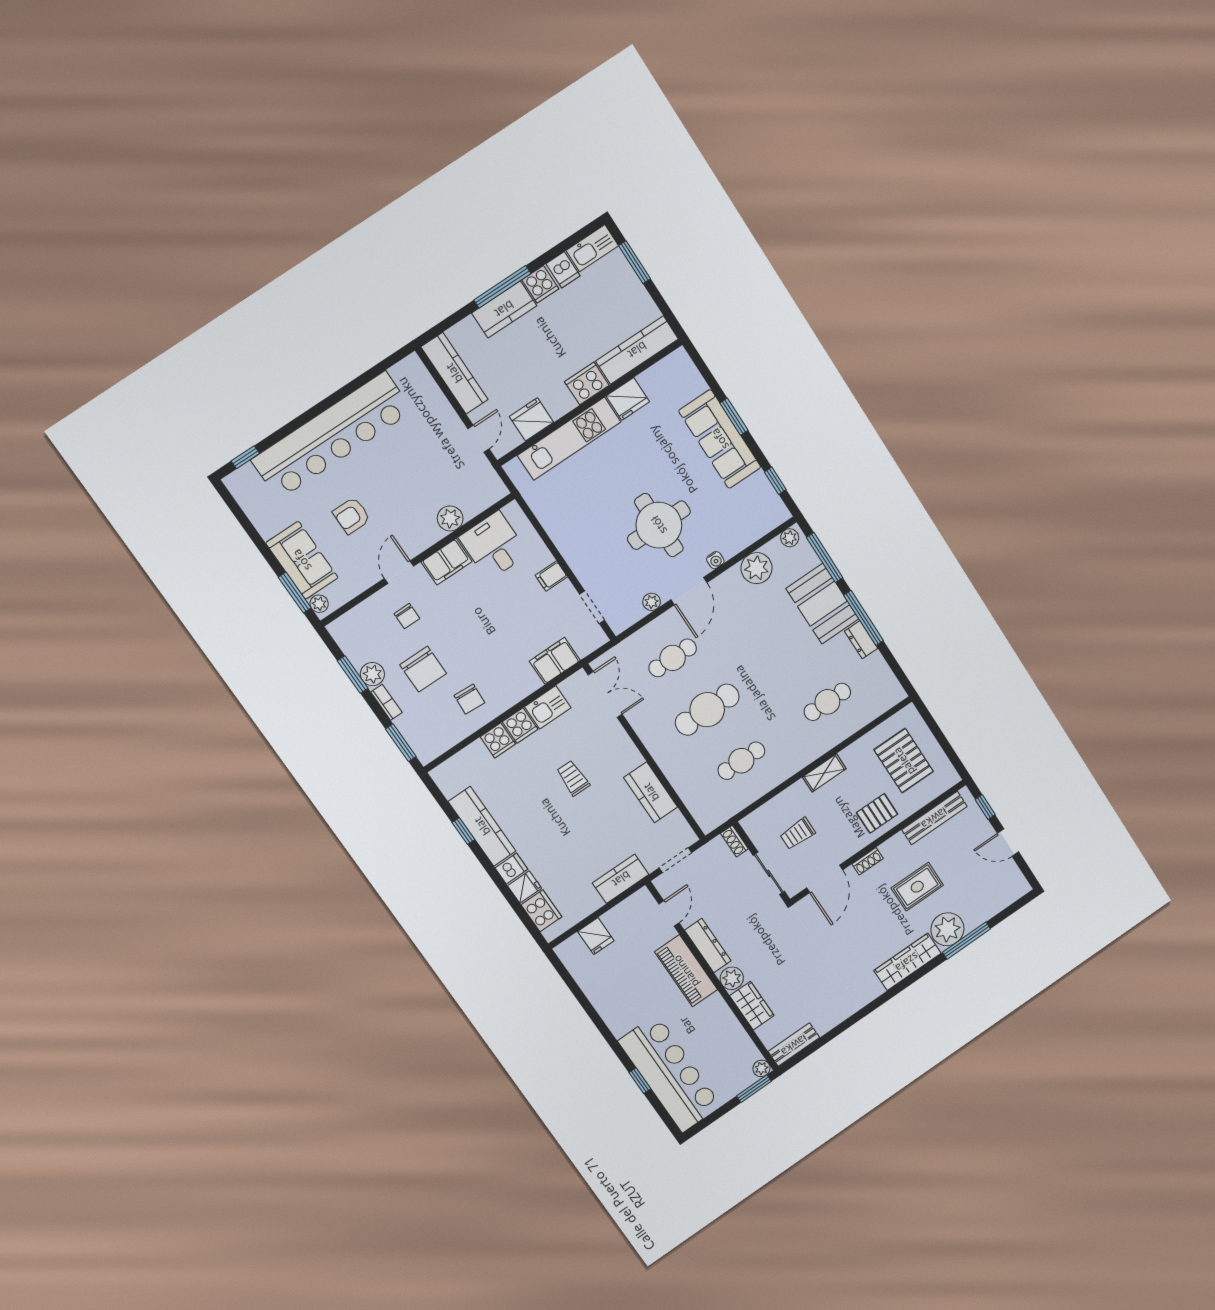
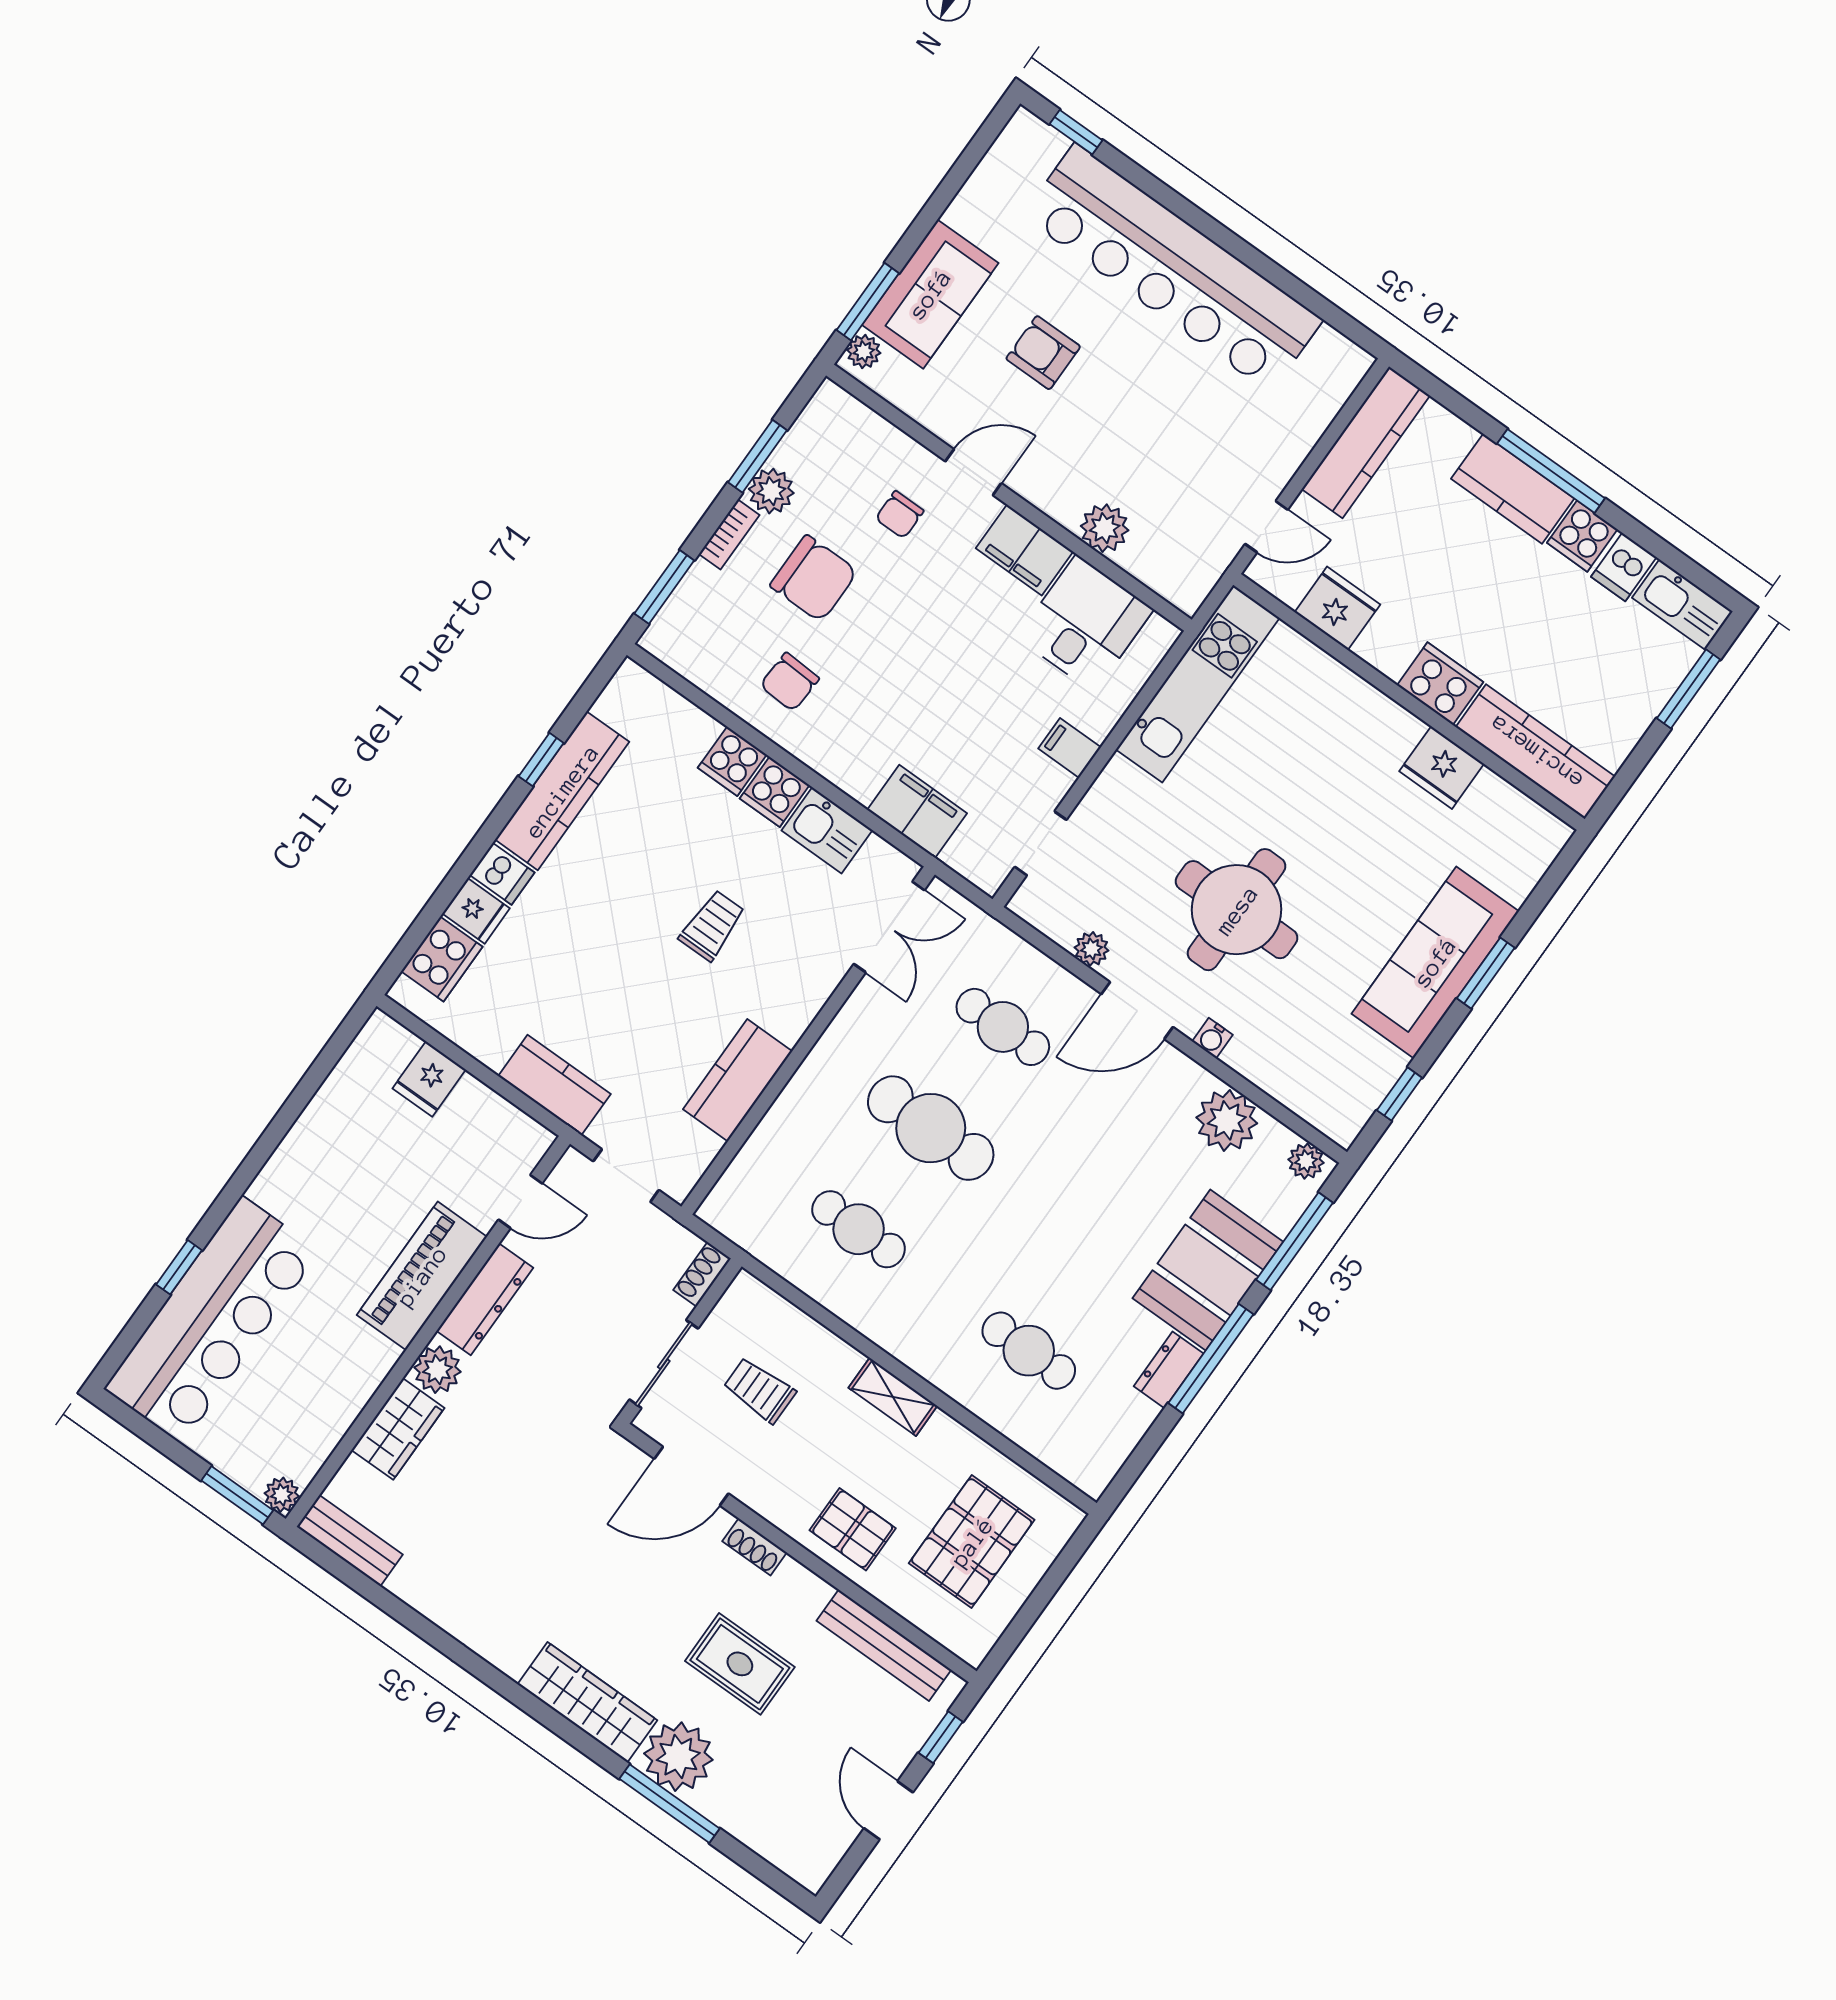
kitchen unit: (569, 439) -> (1198, 684), moved, turned -90
chair: (423, 669) -> (814, 578), turned -90

